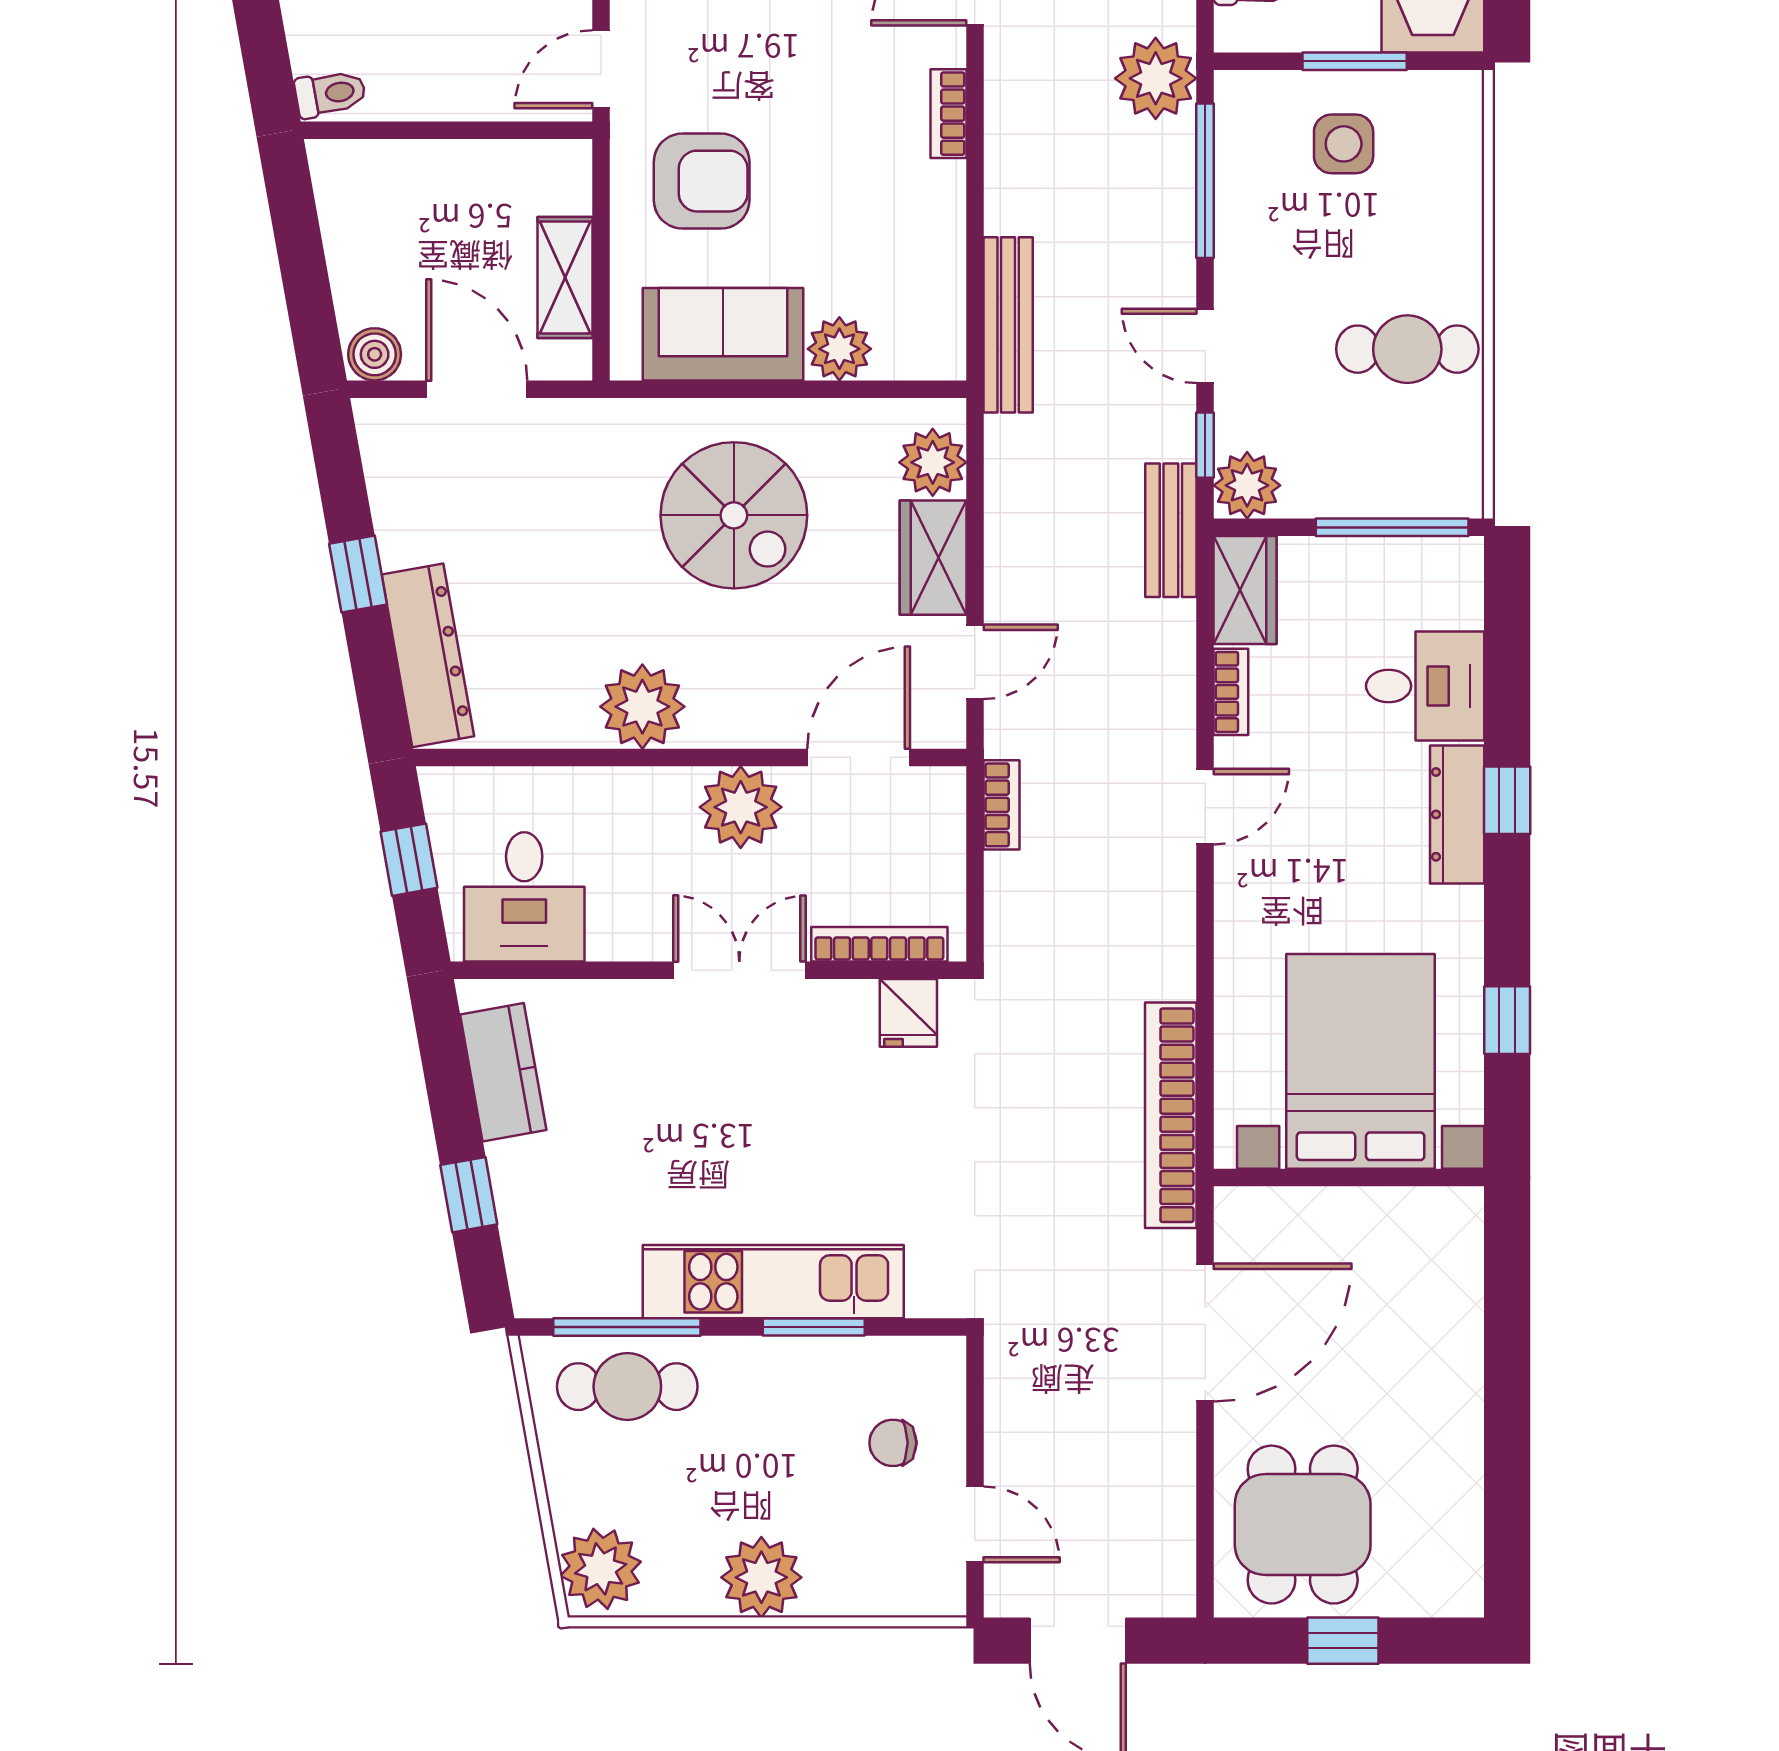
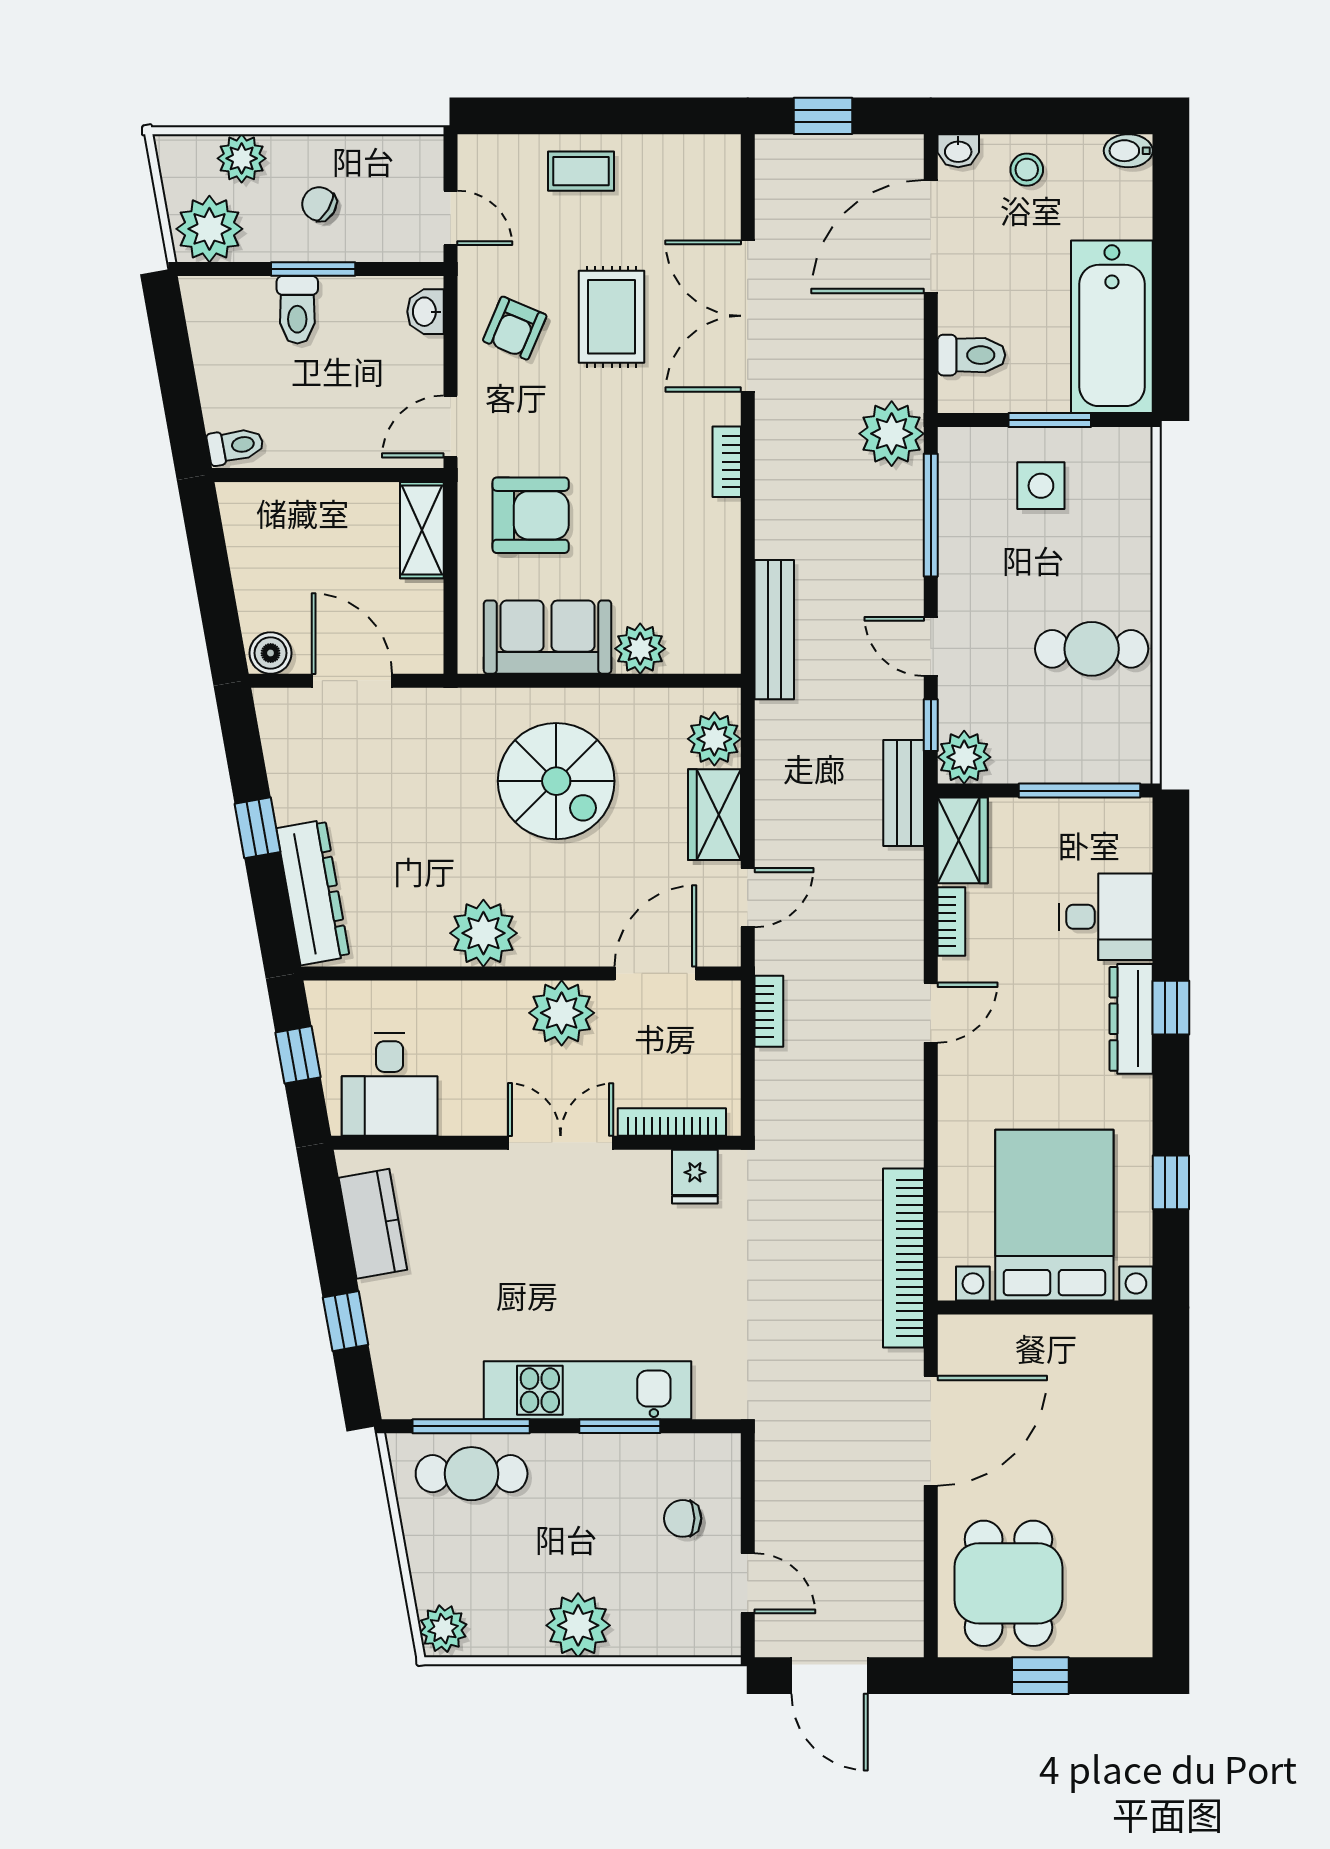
shelving: (565, 277) -> (422, 530), moved
plant: (601, 1569) -> (443, 1629), width x0.73, depth x0.73

